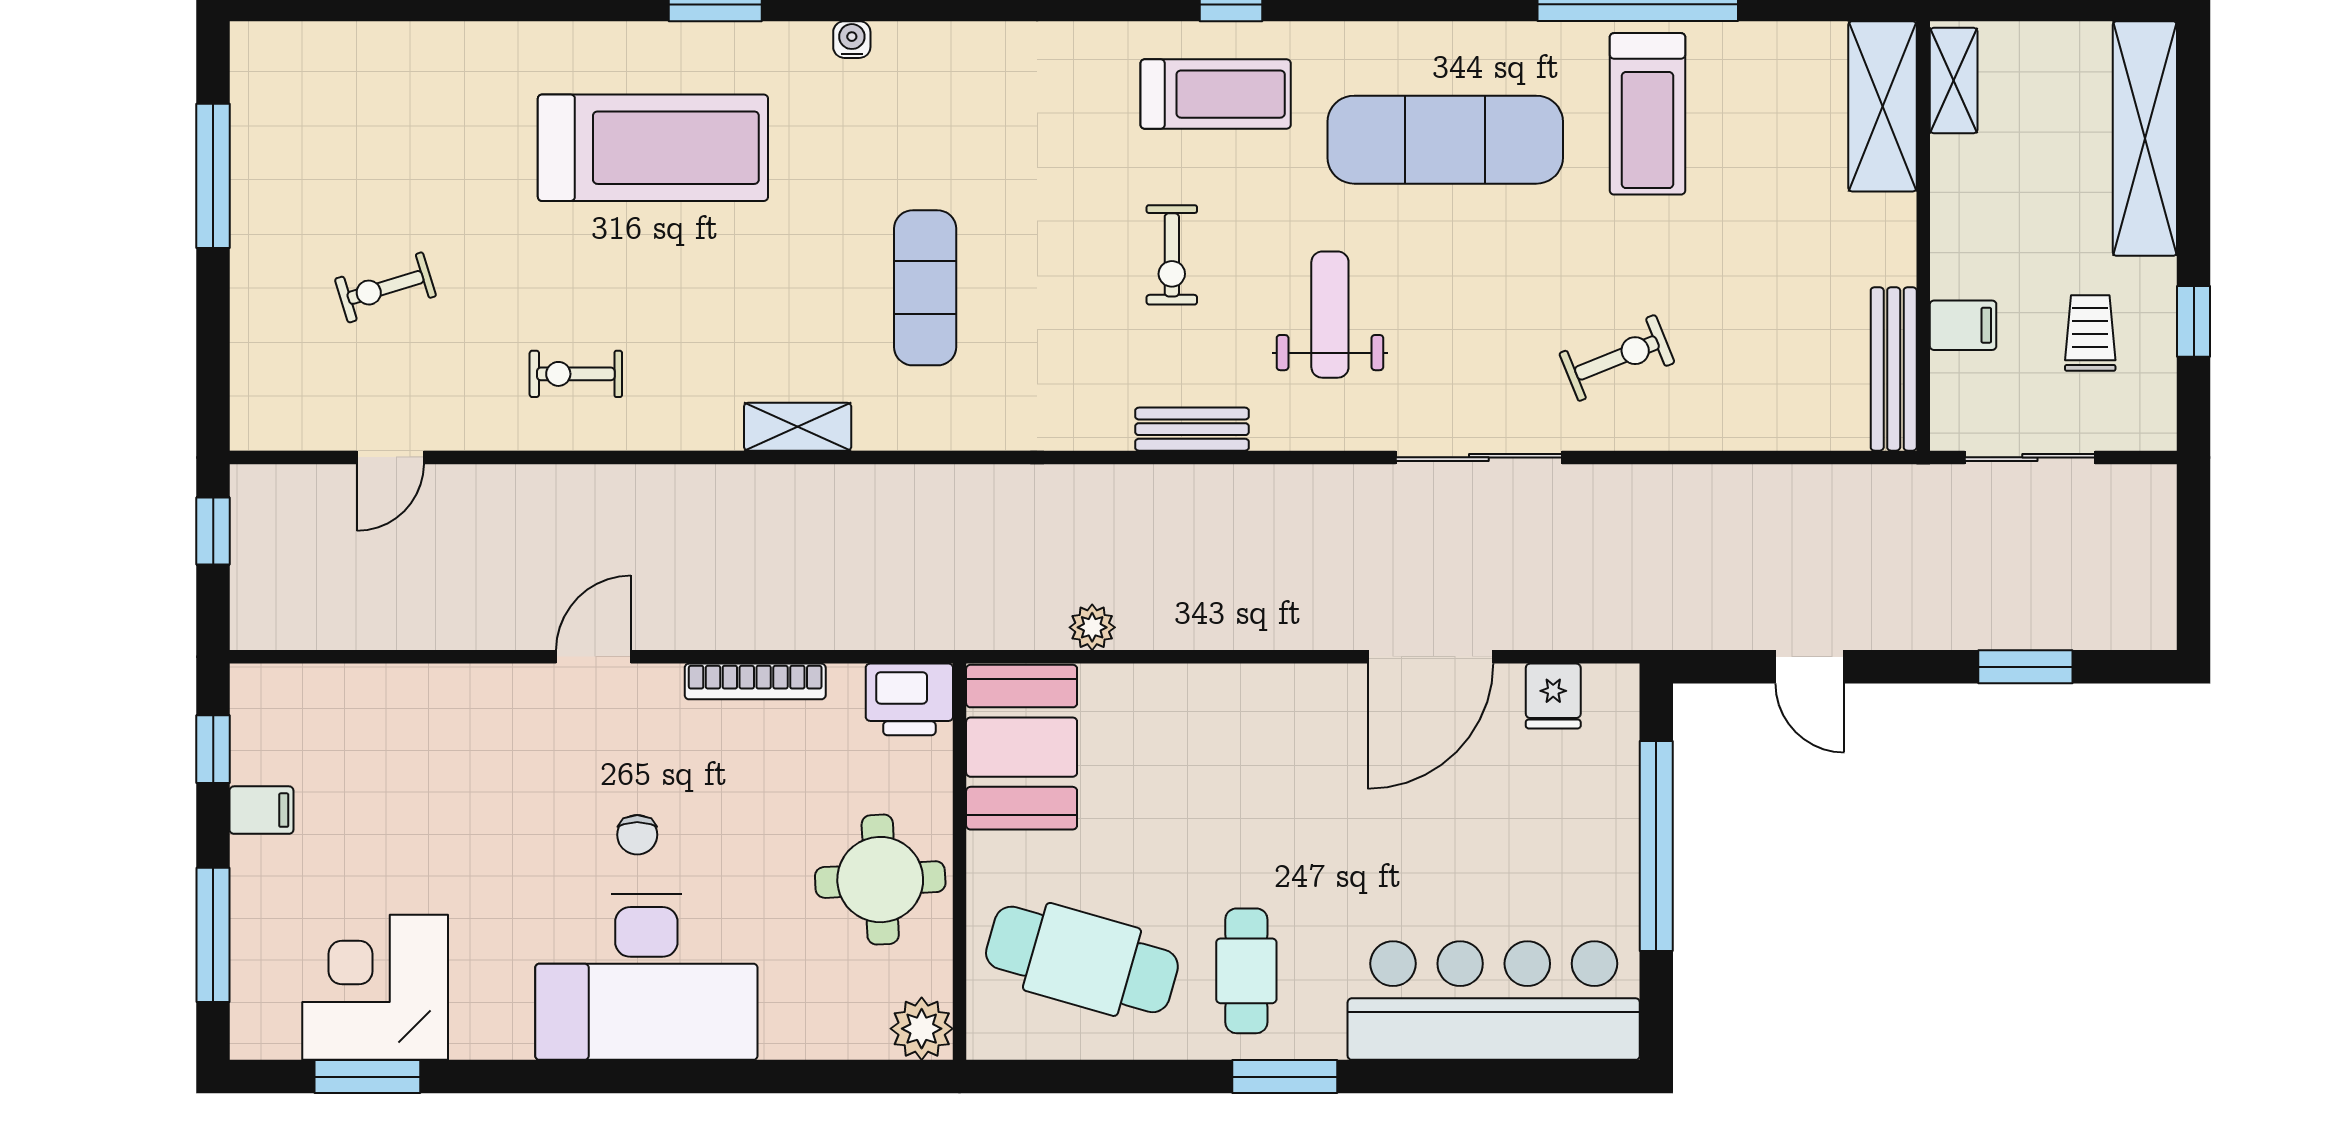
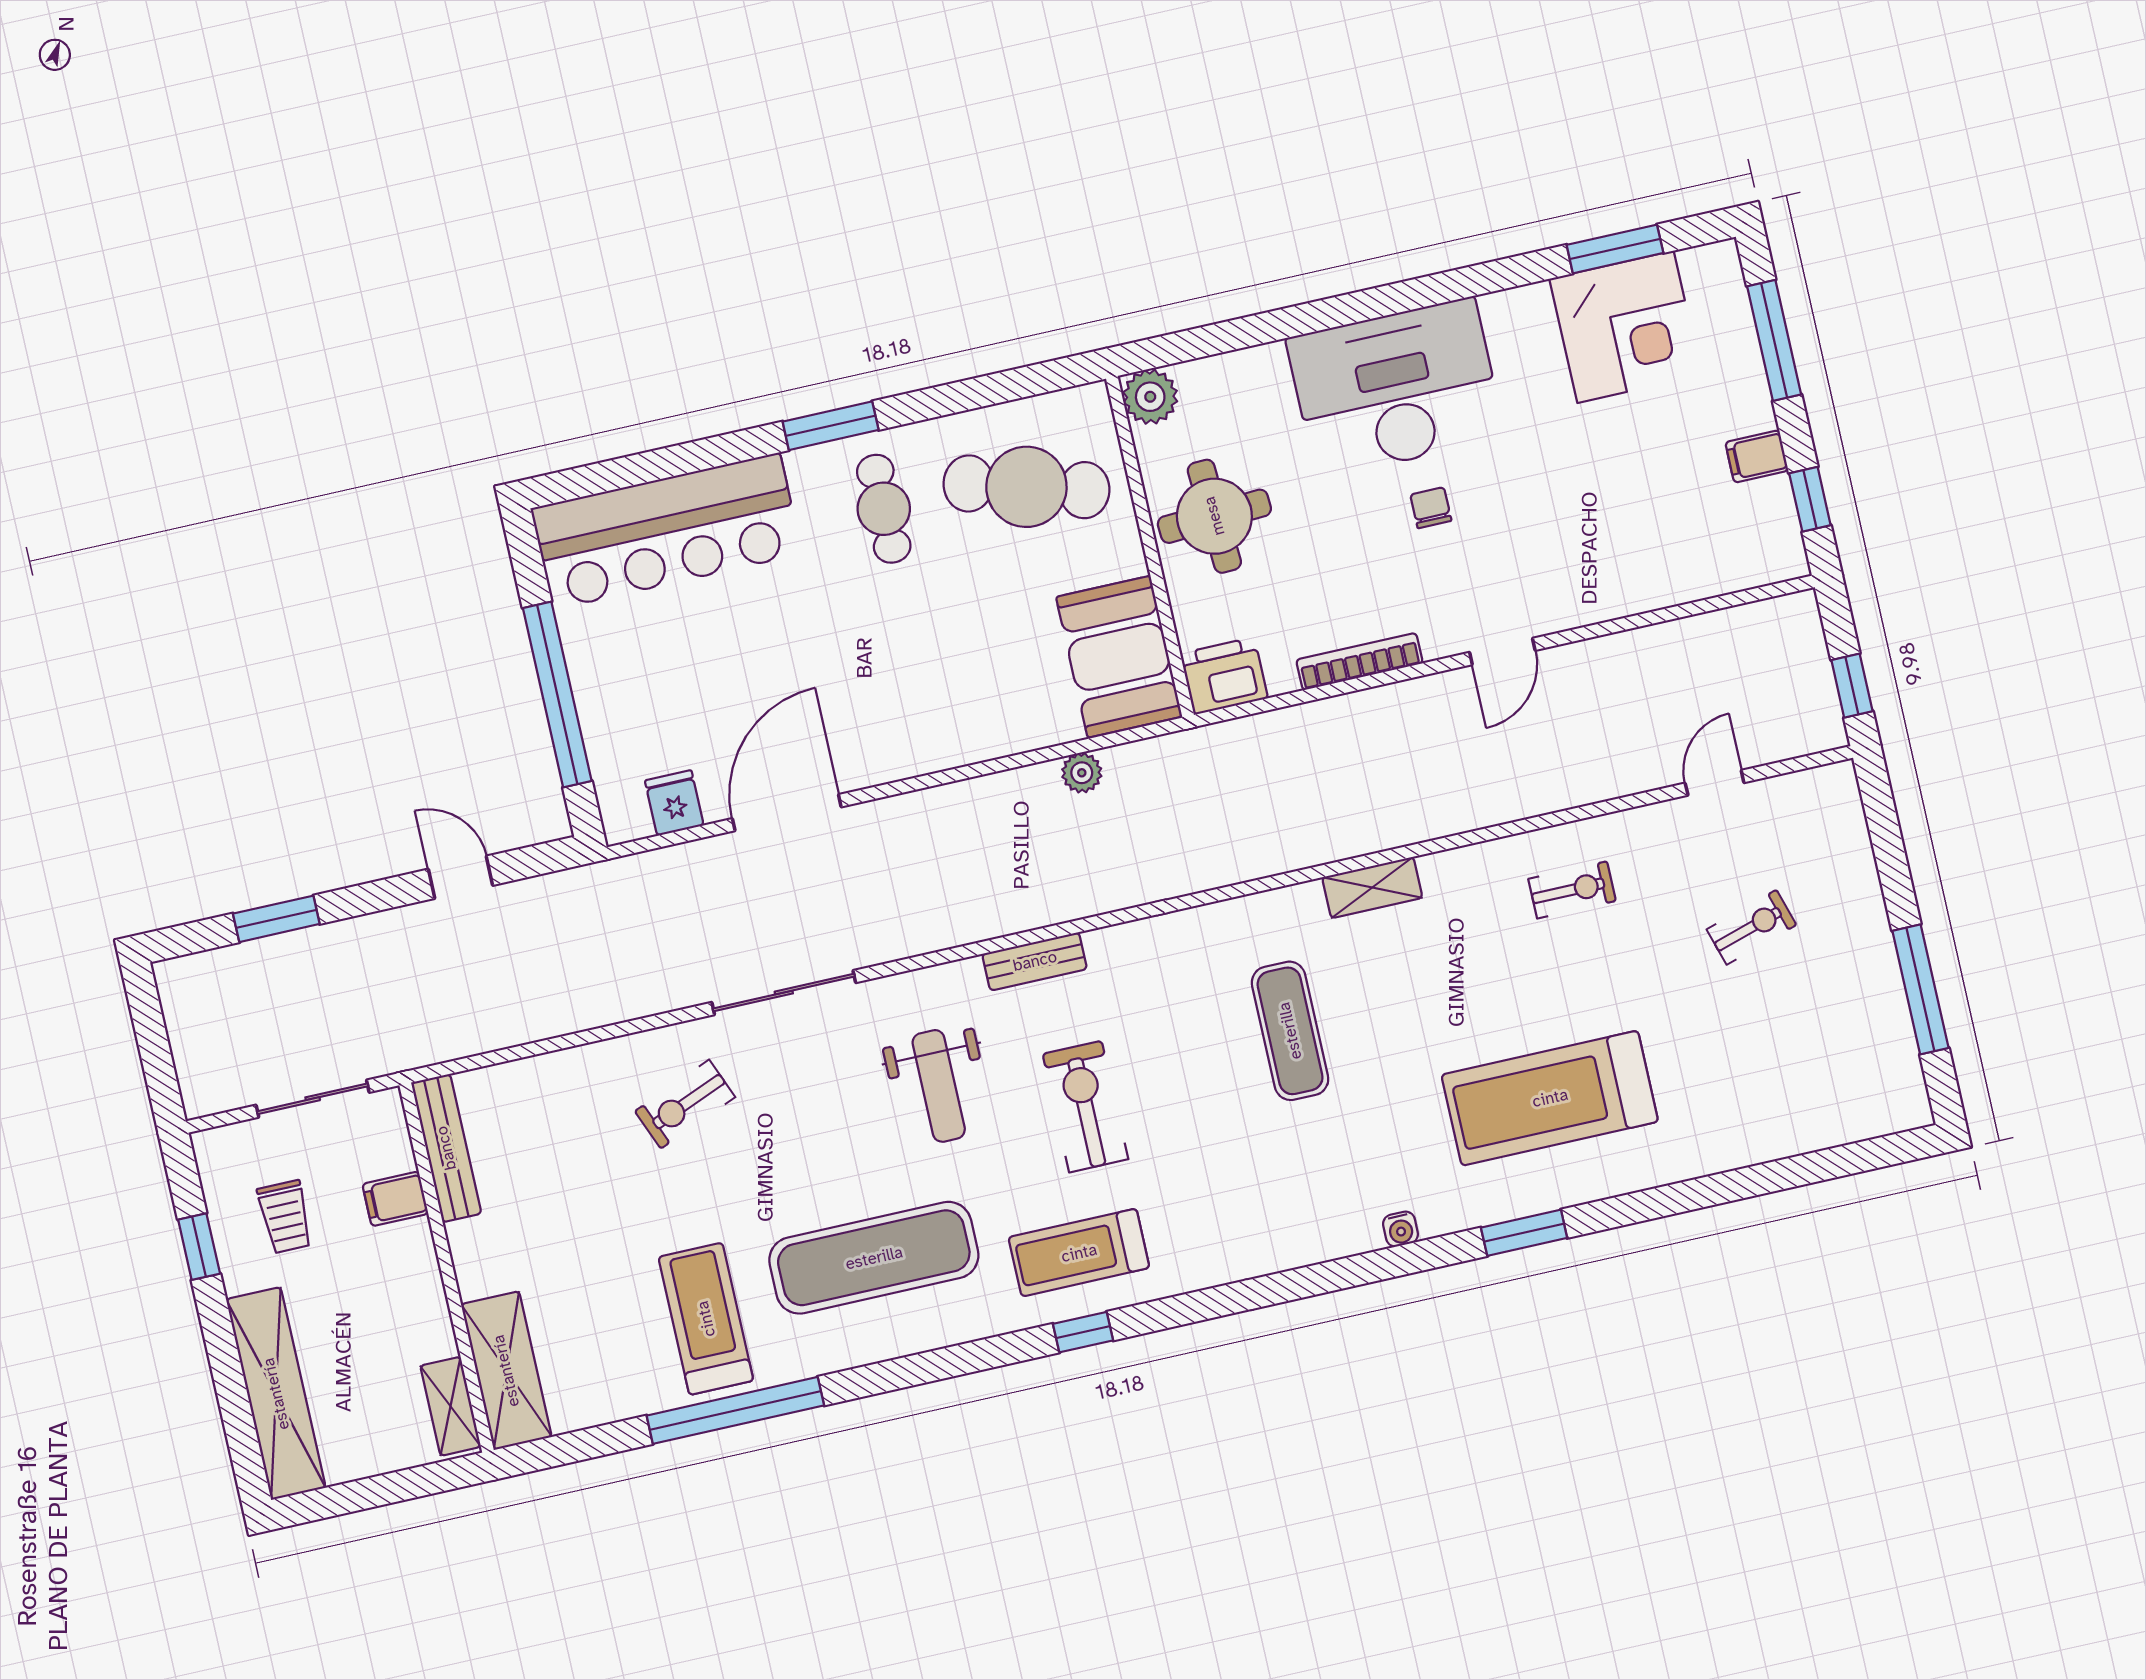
exercise bike: (1172, 255) -> (1085, 1107), width x1.38, depth x1.39

